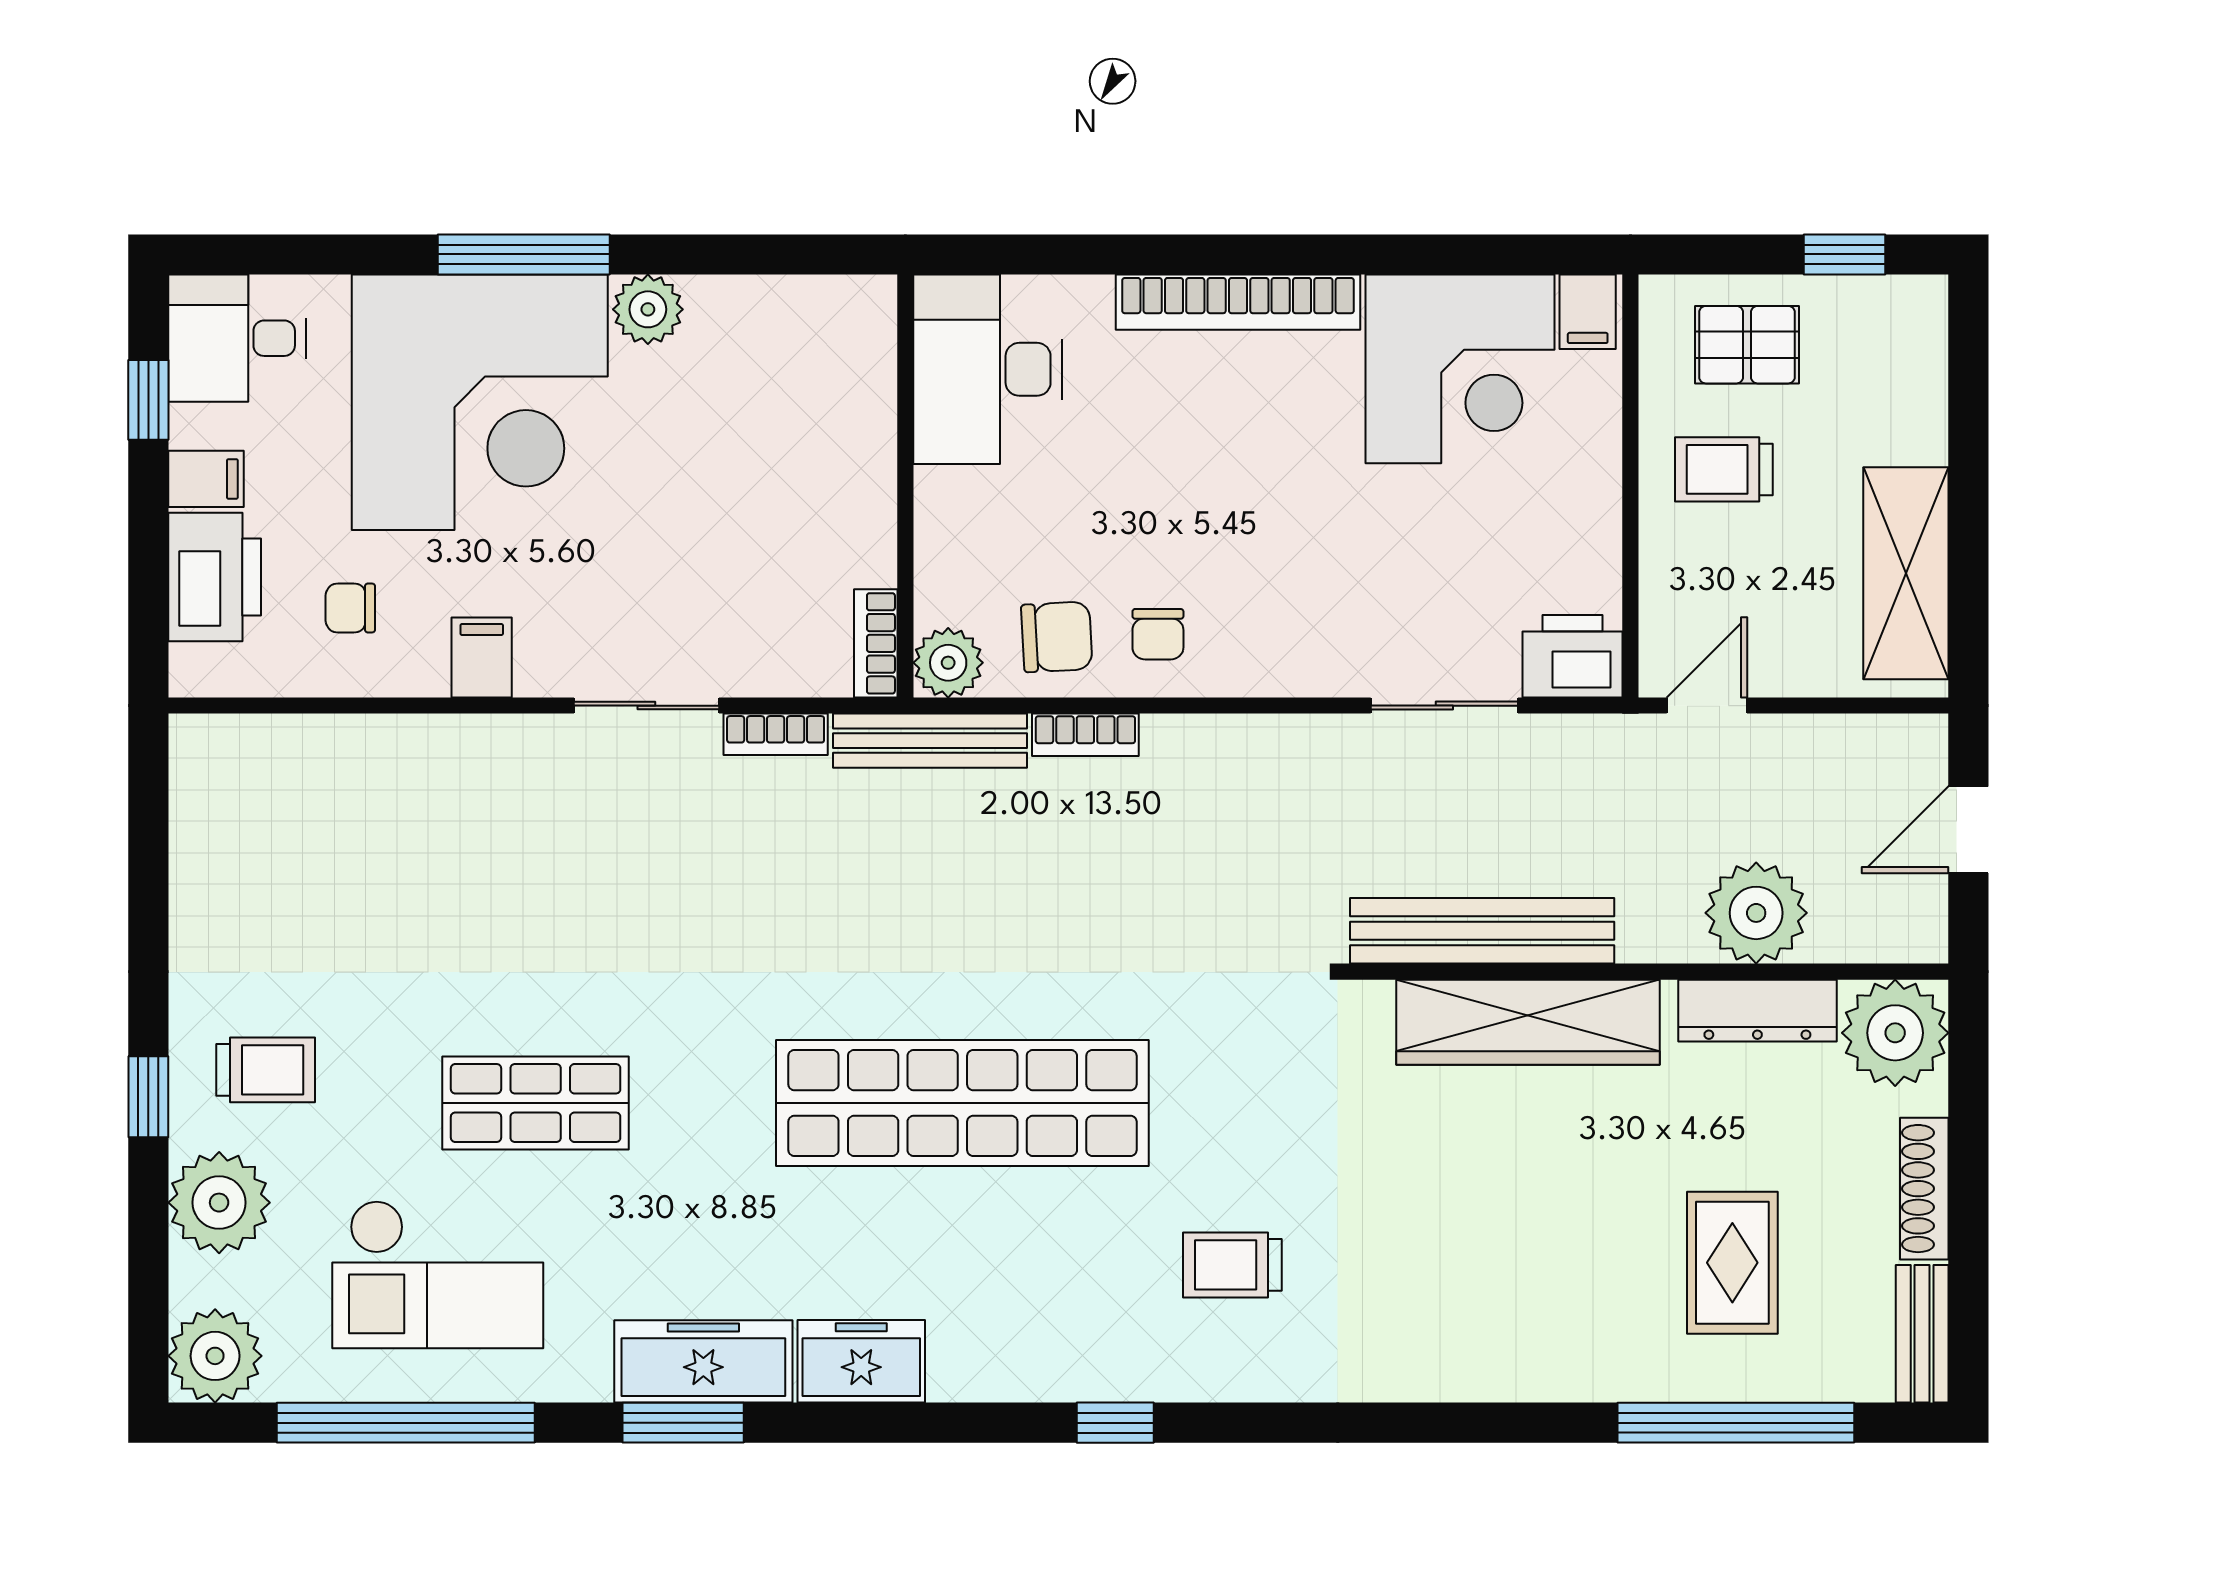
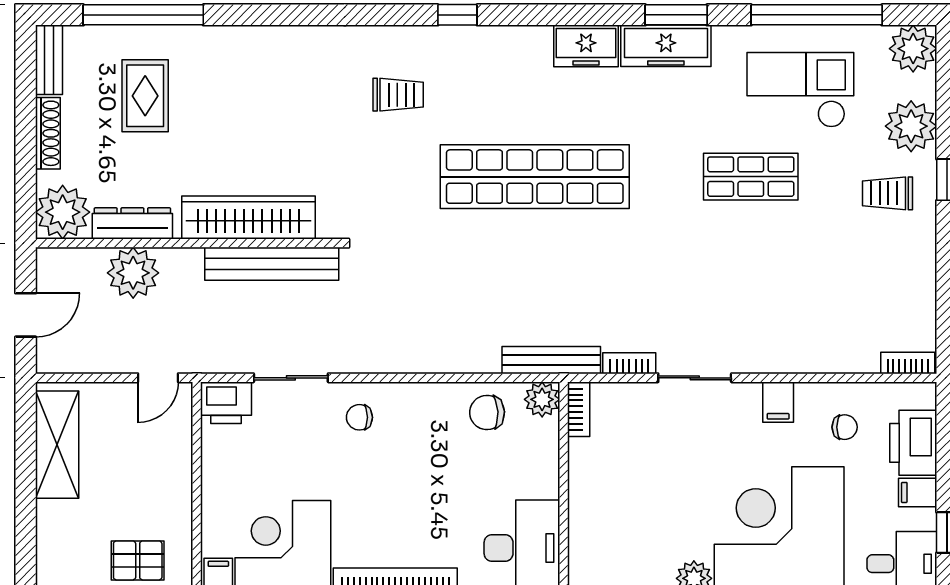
trolley: (1724, 469) -> (149, 497), removed
chair: (1158, 634) -> (359, 417), moved, turned -90
bookcase: (1085, 735) -> (908, 363), moved

